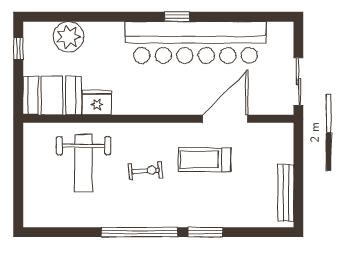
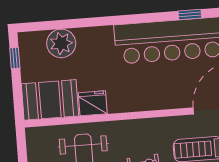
window: (177, 17) -> (190, 15), moved

